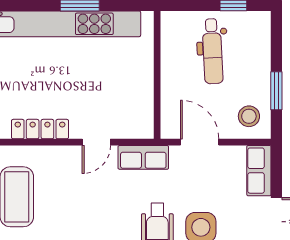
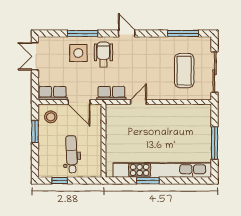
locker: (40, 129) -> (171, 110), removed
row of seats: (259, 171) -> (53, 93), moved, turned -90

